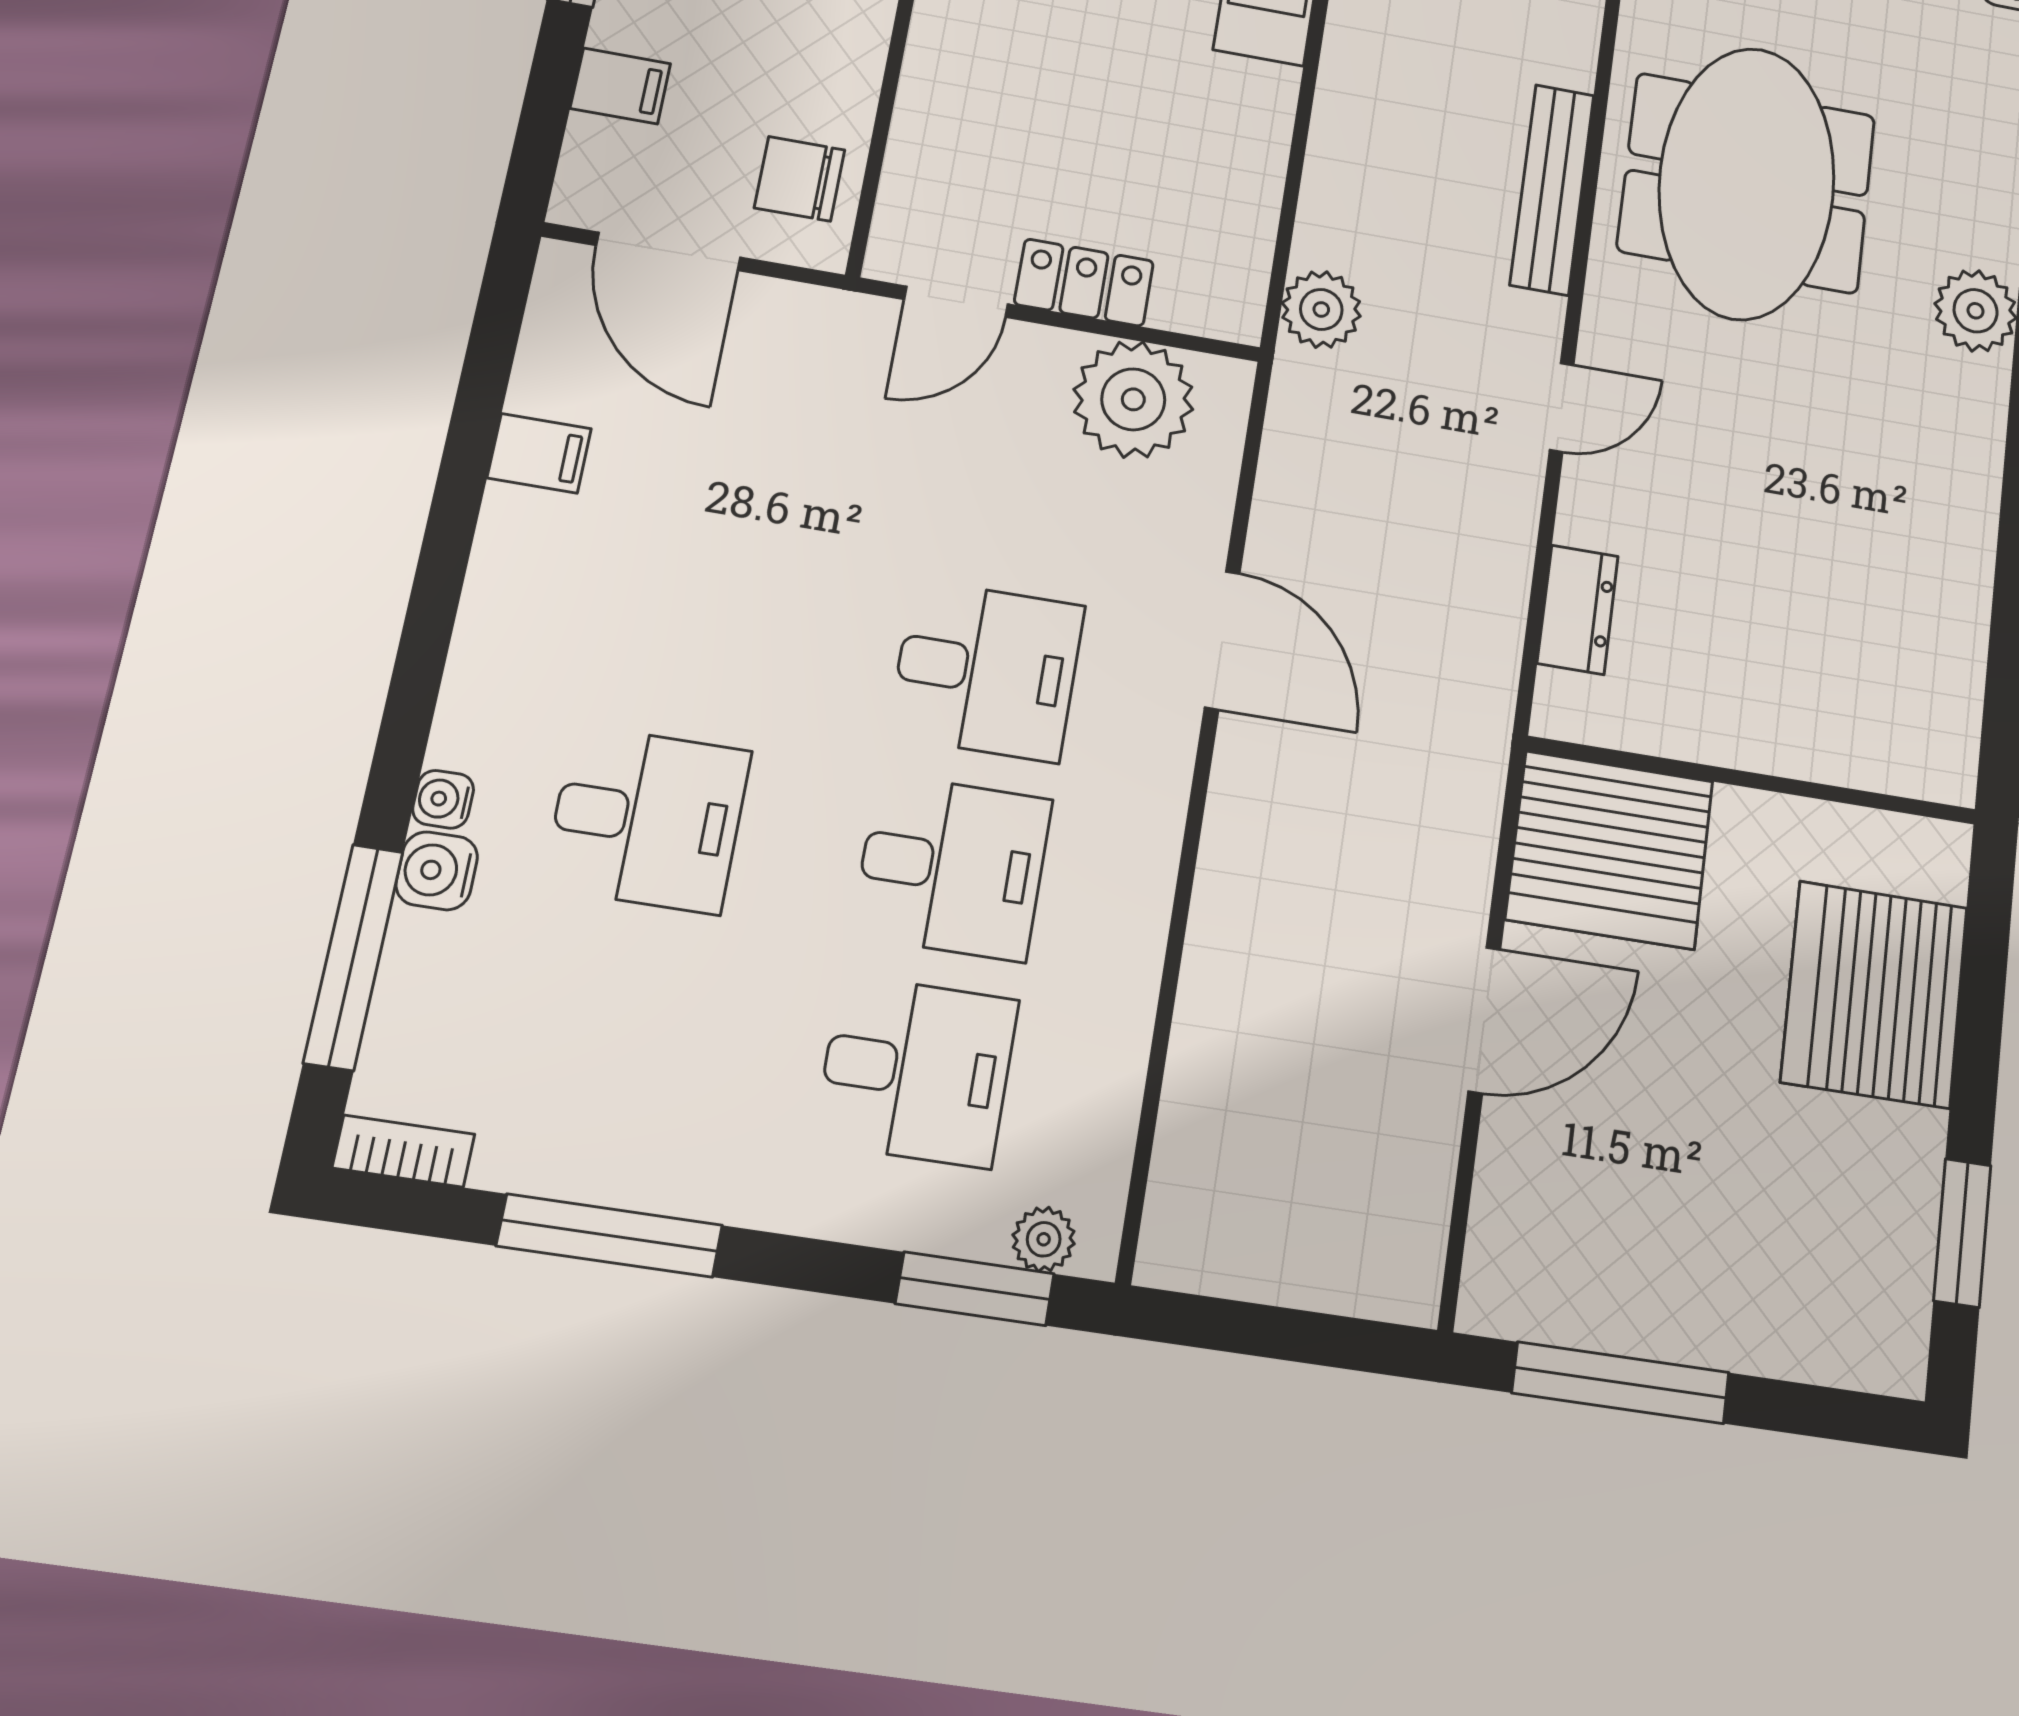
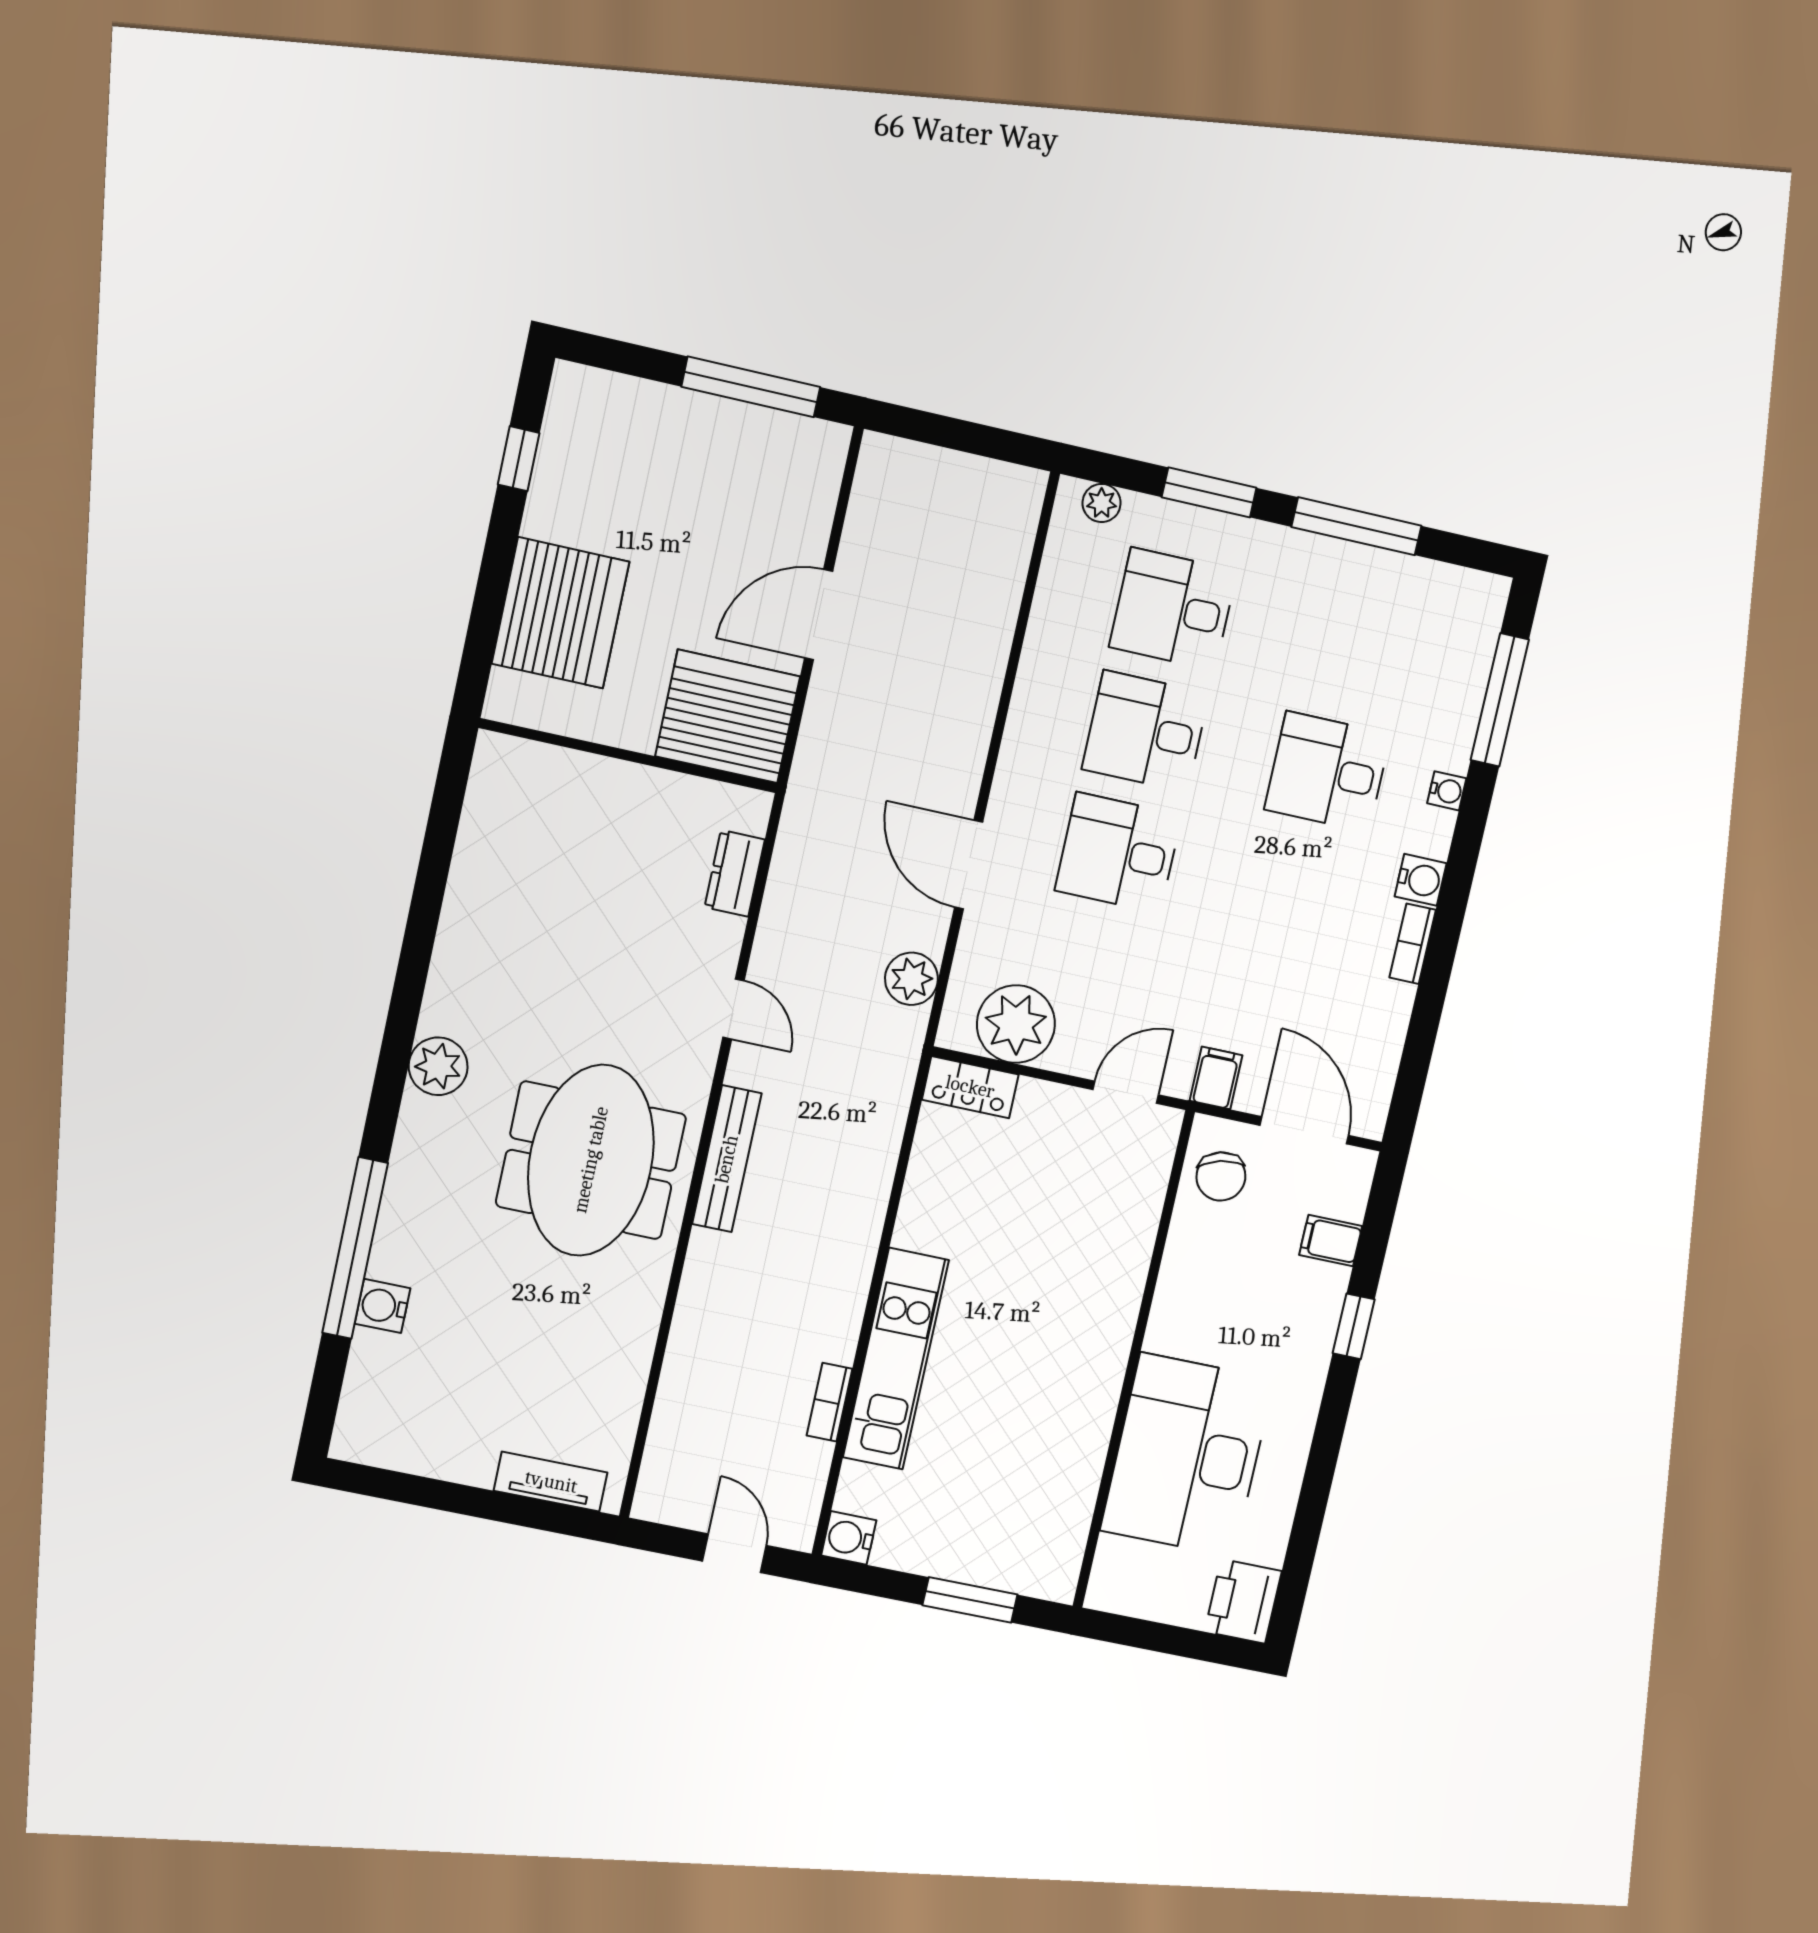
chair: (800, 179) -> (1221, 1176), turned 76
locker: (1084, 283) -> (970, 1087), moved
plant: (1321, 309) -> (911, 979), moved
door: (1562, 407) -> (733, 1009), swing flipped
filing cabinet: (539, 453) -> (1216, 1078), moved, turned 90
water cooler: (437, 871) -> (1421, 880), moved
bookcase: (403, 1151) -> (1413, 944), moved, turned 90
window: (1962, 1233) -> (519, 459), width x0.67
window: (975, 1289) -> (1209, 492), moved

